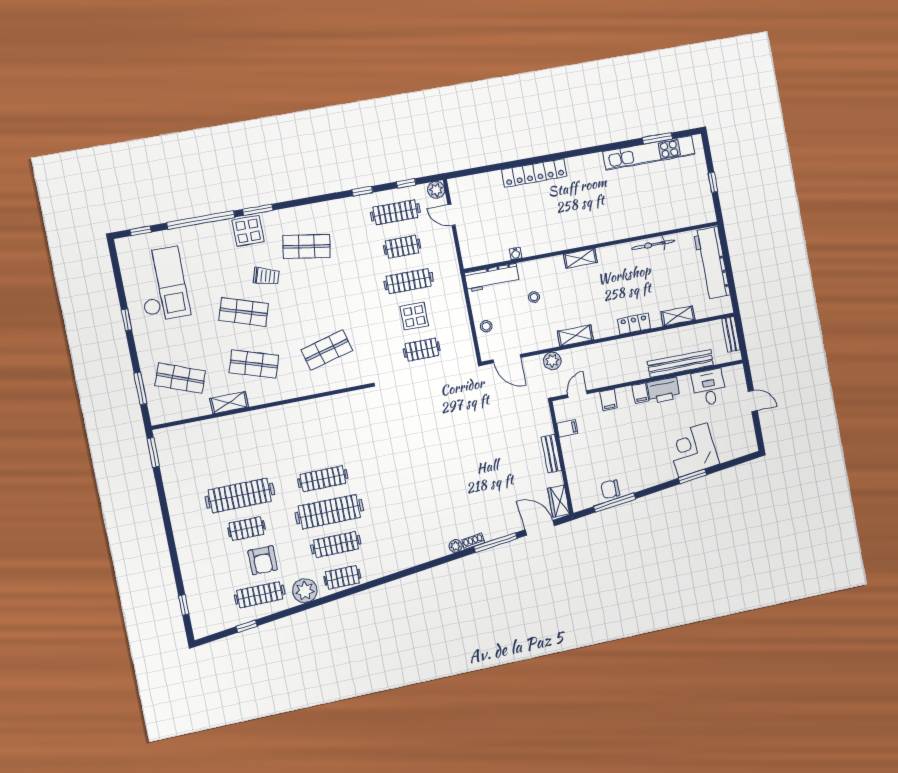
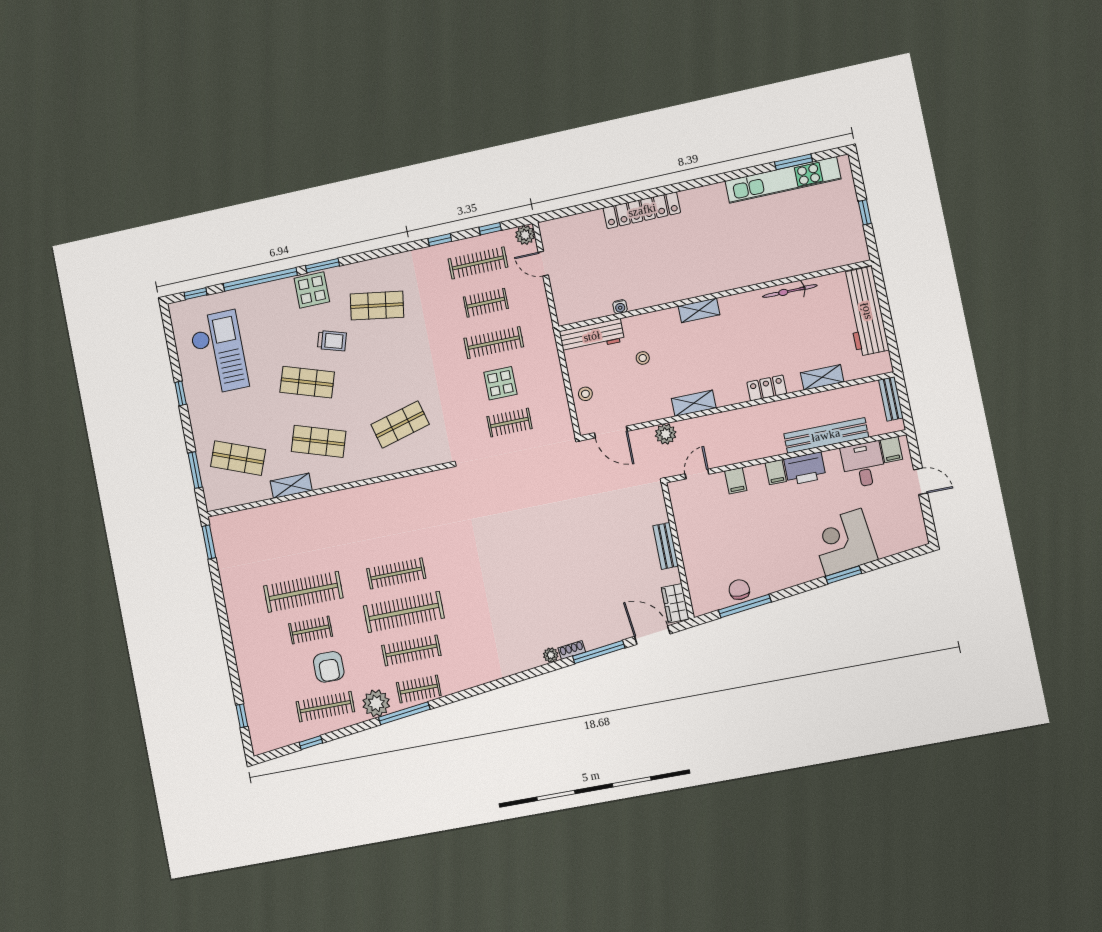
filing cabinet: (567, 428) -> (891, 450), moved, turned 90
chair: (610, 489) -> (739, 590), turned 90
window: (329, 598) -> (404, 713), added

